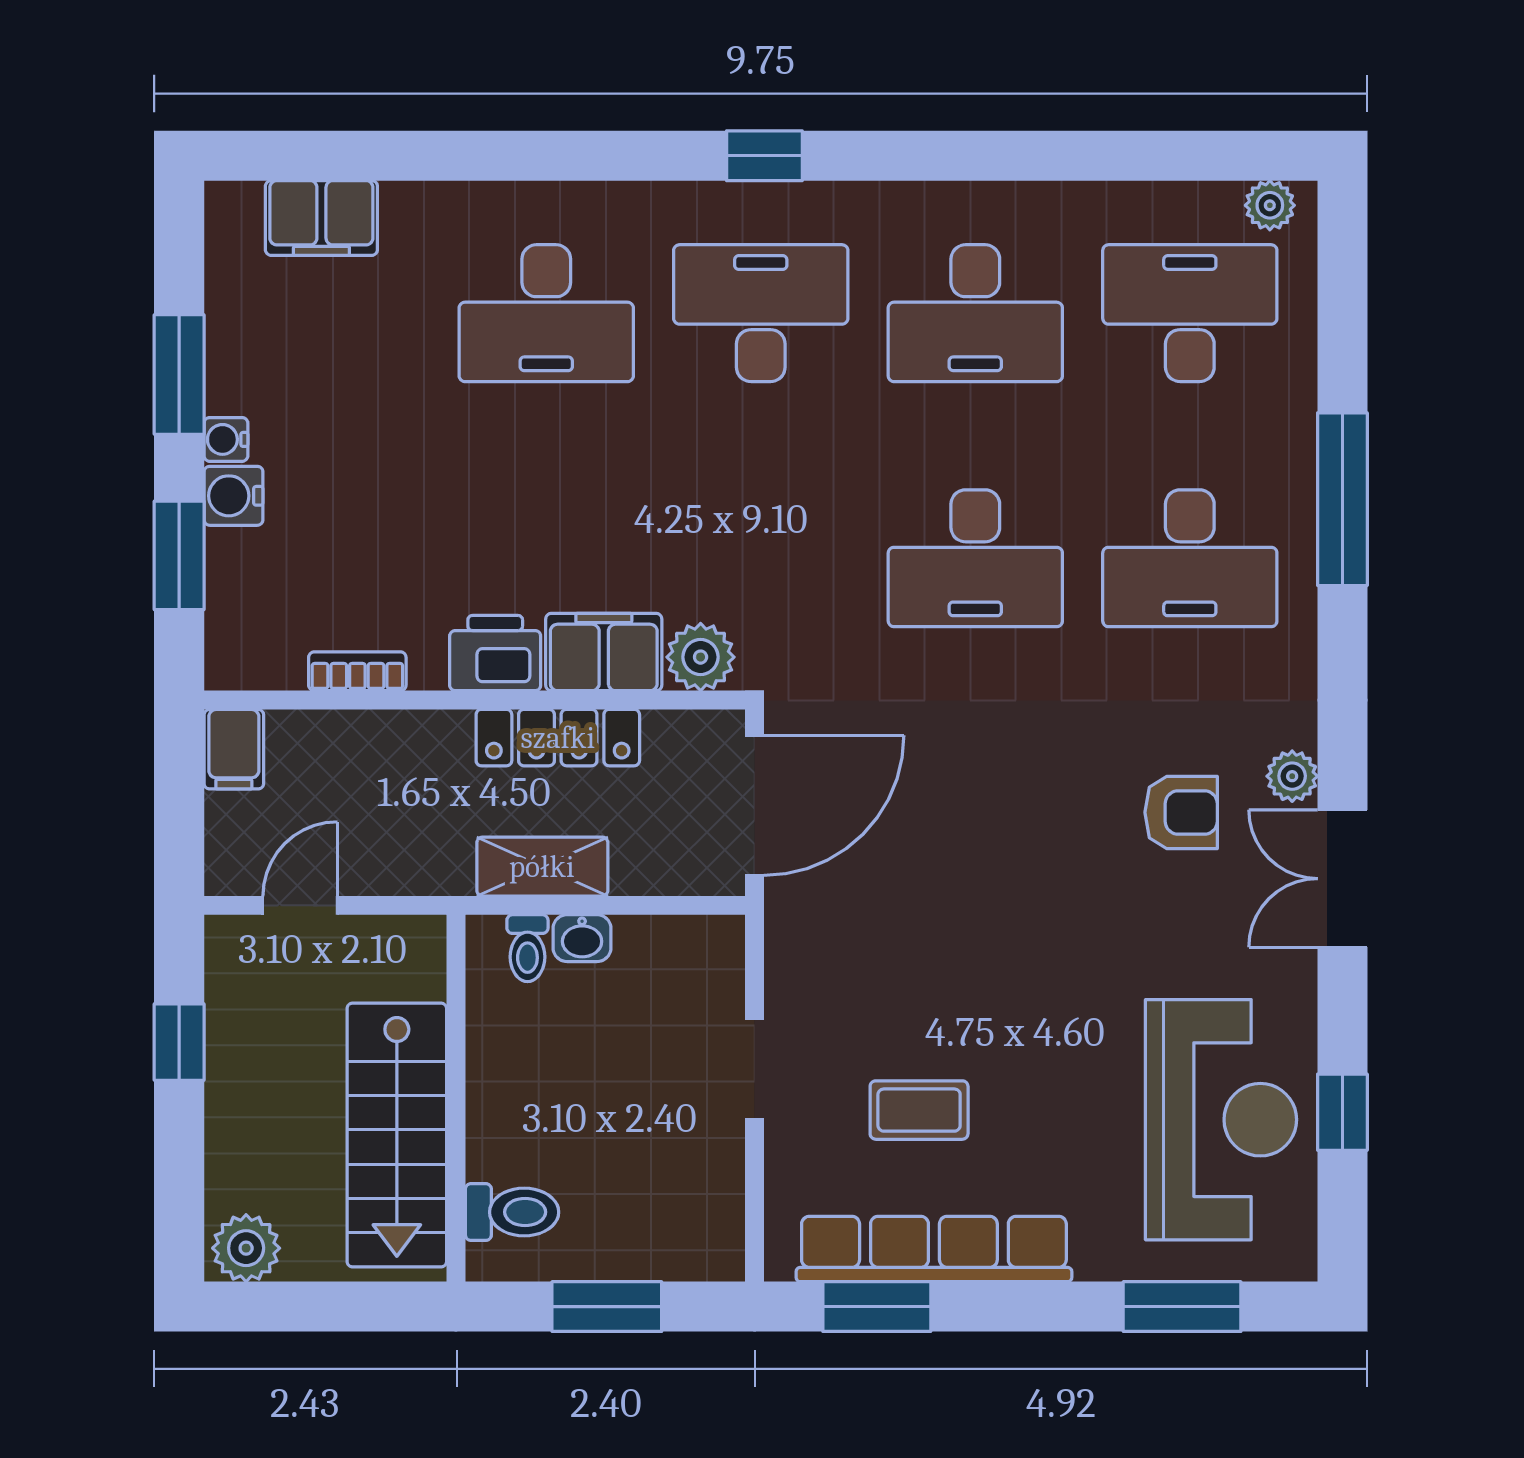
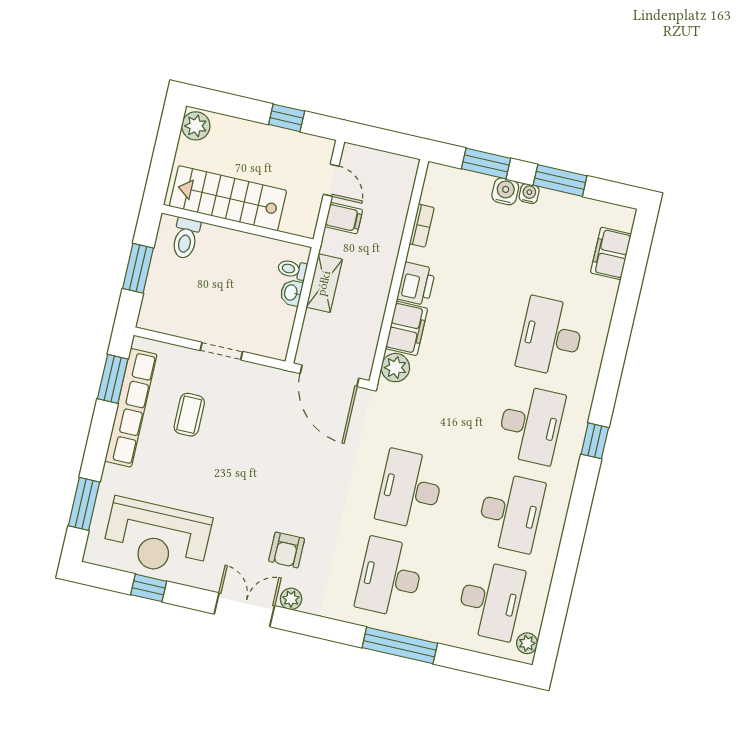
desk: (975, 313) -> (510, 512), turned 180
locker: (558, 738) -> (376, 302), removed
filing cabinet: (234, 749) -> (344, 218), moved, turned 180

